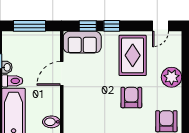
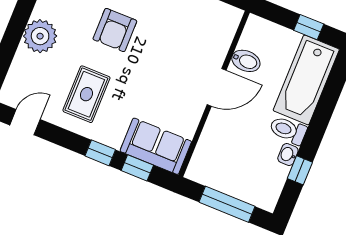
rug: (133, 55) -> (86, 94), width x0.73, depth x0.70
door: (62, 73) -> (217, 87), moved
bidet: (51, 122) -> (246, 61), moved

